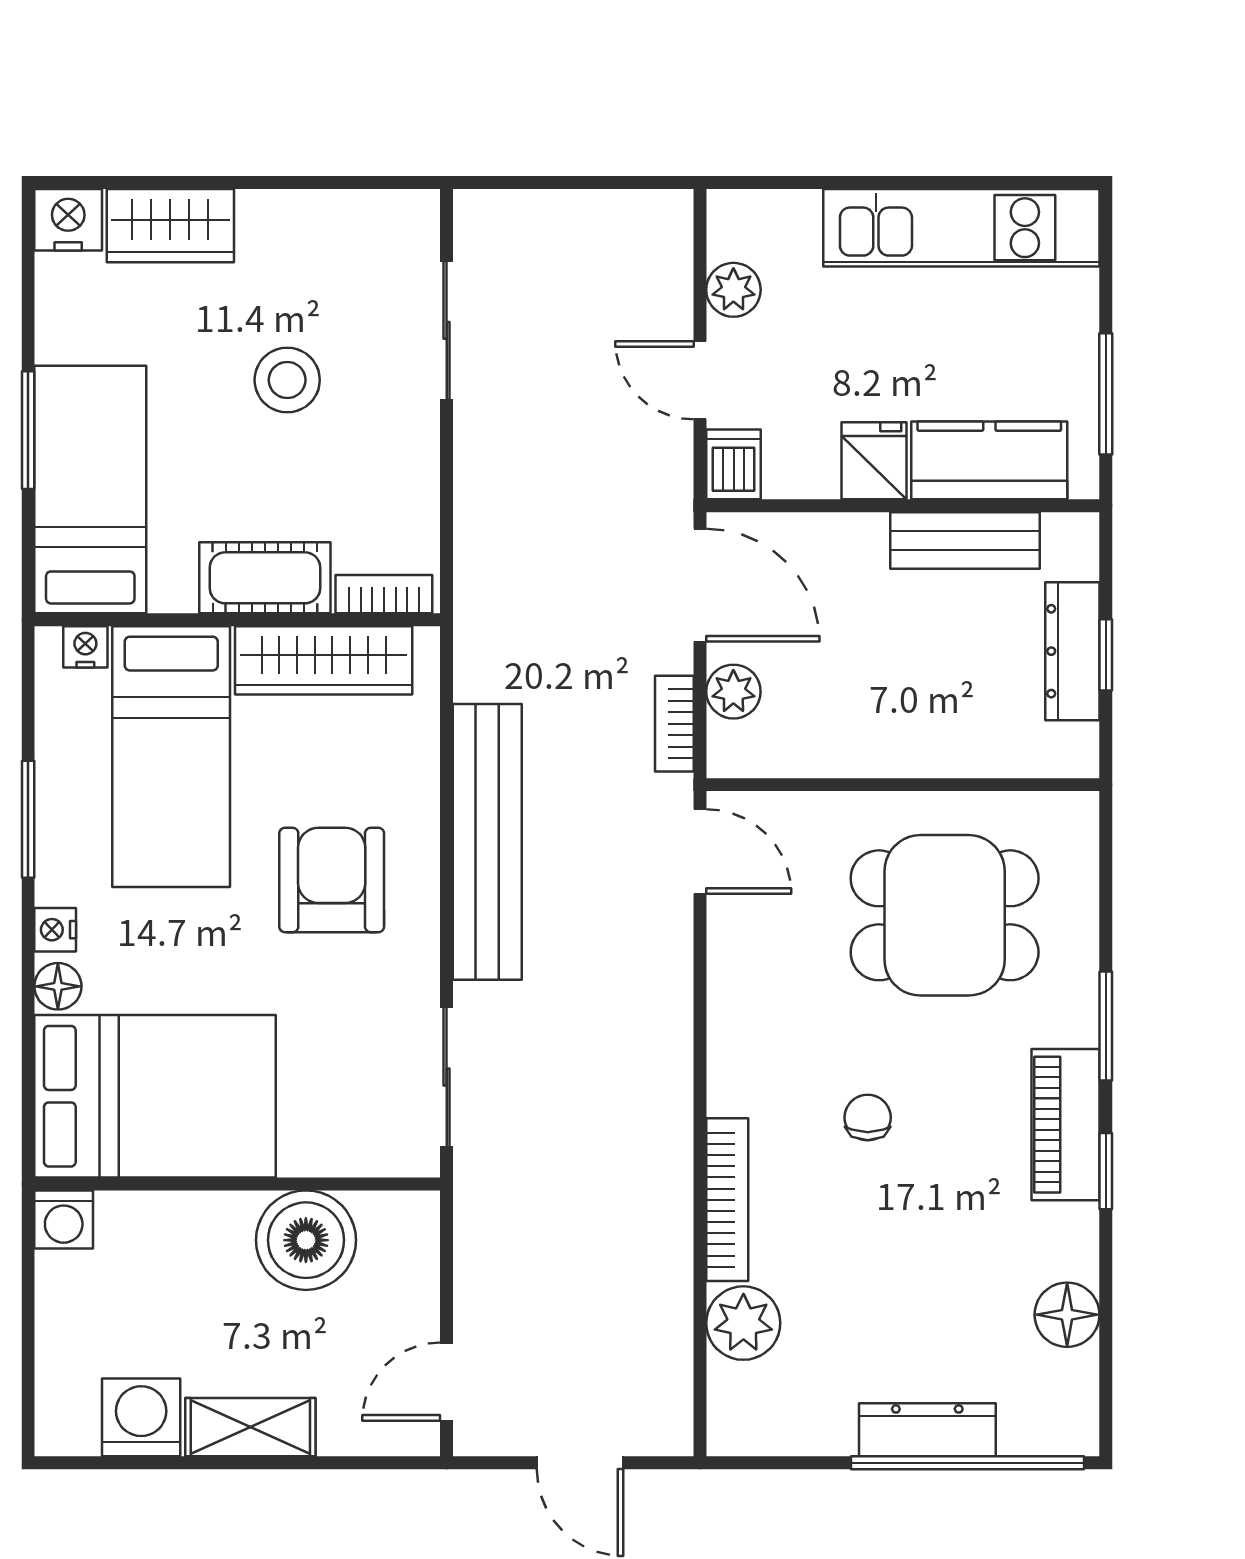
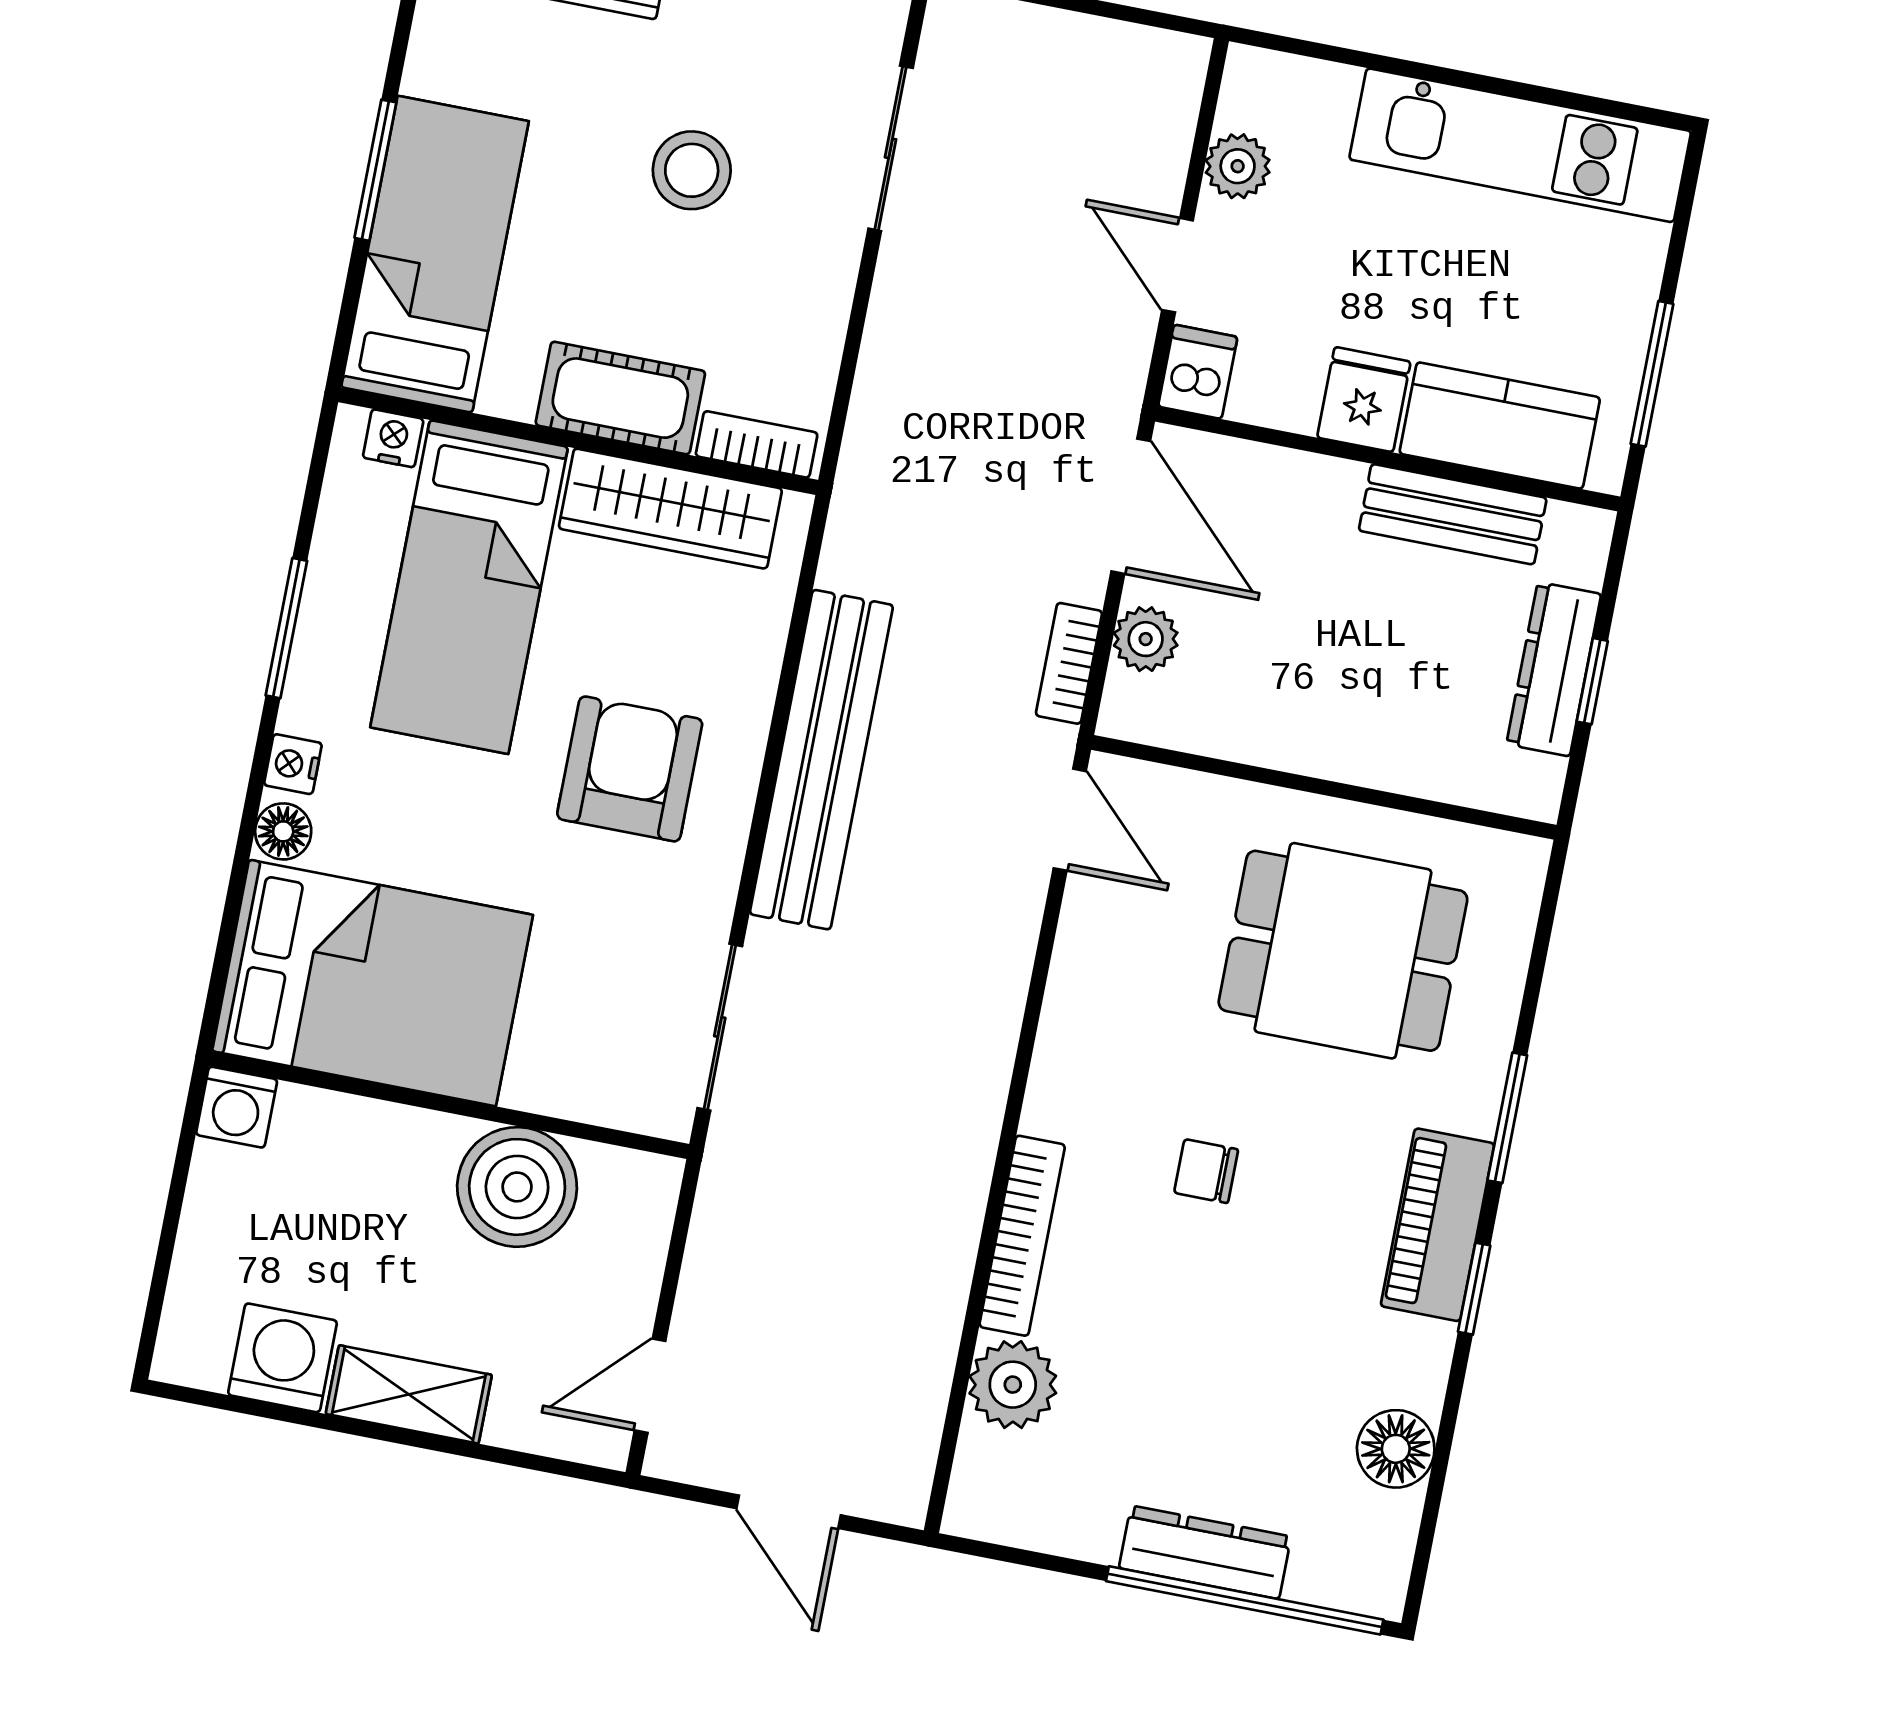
chair: (868, 1118) -> (1206, 1171), turned -90

